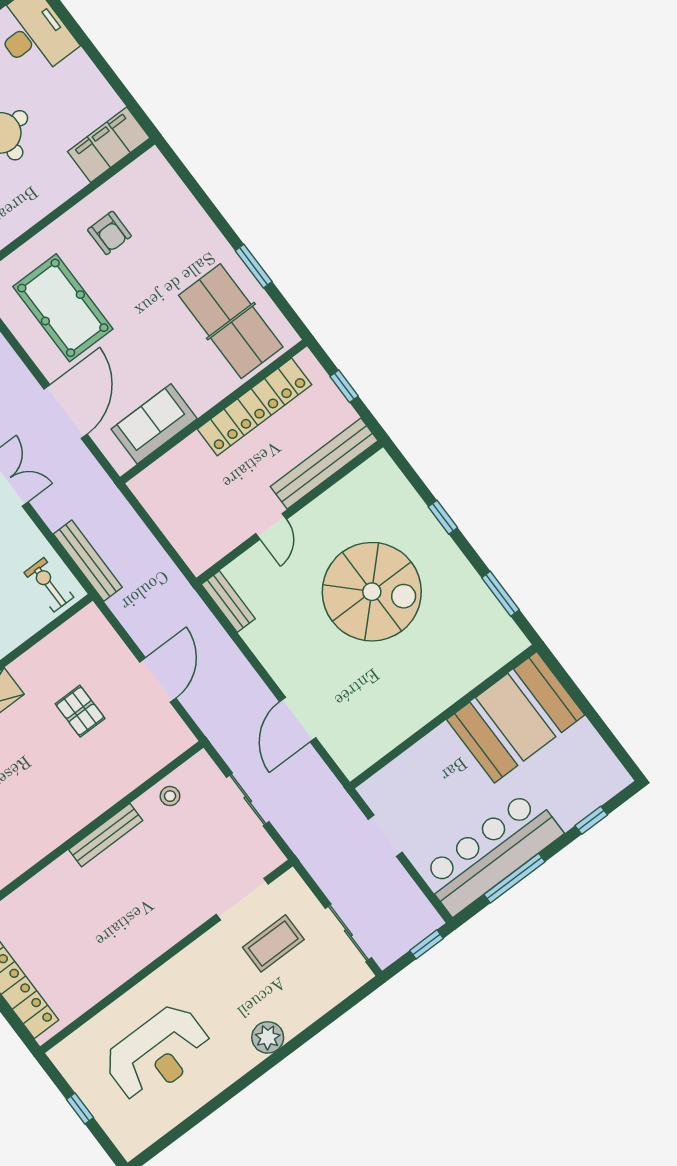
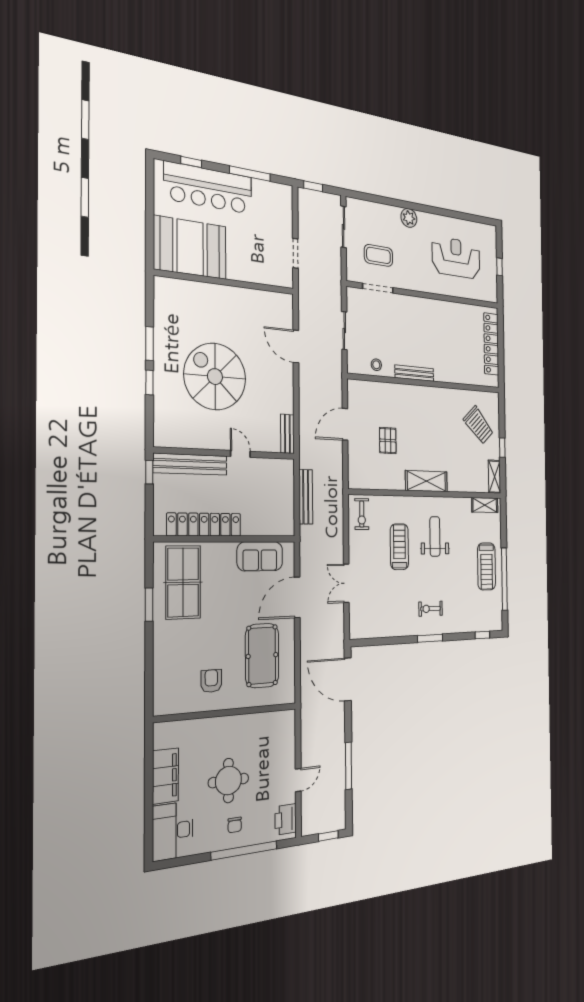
filing cabinet: (109, 145) -> (165, 776), moved, turned -90
window: (344, 386) -> (149, 472), moved
door: (271, 526) -> (240, 454), hinge flipped
bench: (88, 561) -> (306, 497), moved
window: (501, 594) -> (150, 344), moved
door: (298, 720) -> (296, 346), swing flipped
bar counter: (491, 853) -> (208, 188), moved

